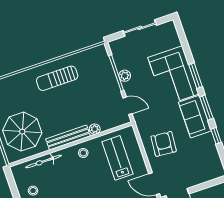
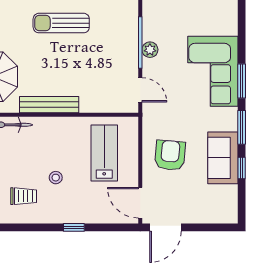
sofa: (195, 117) -> (223, 158), moved
plant: (95, 129) -> (87, 106), removed
stool: (83, 153) -> (56, 178), moved

